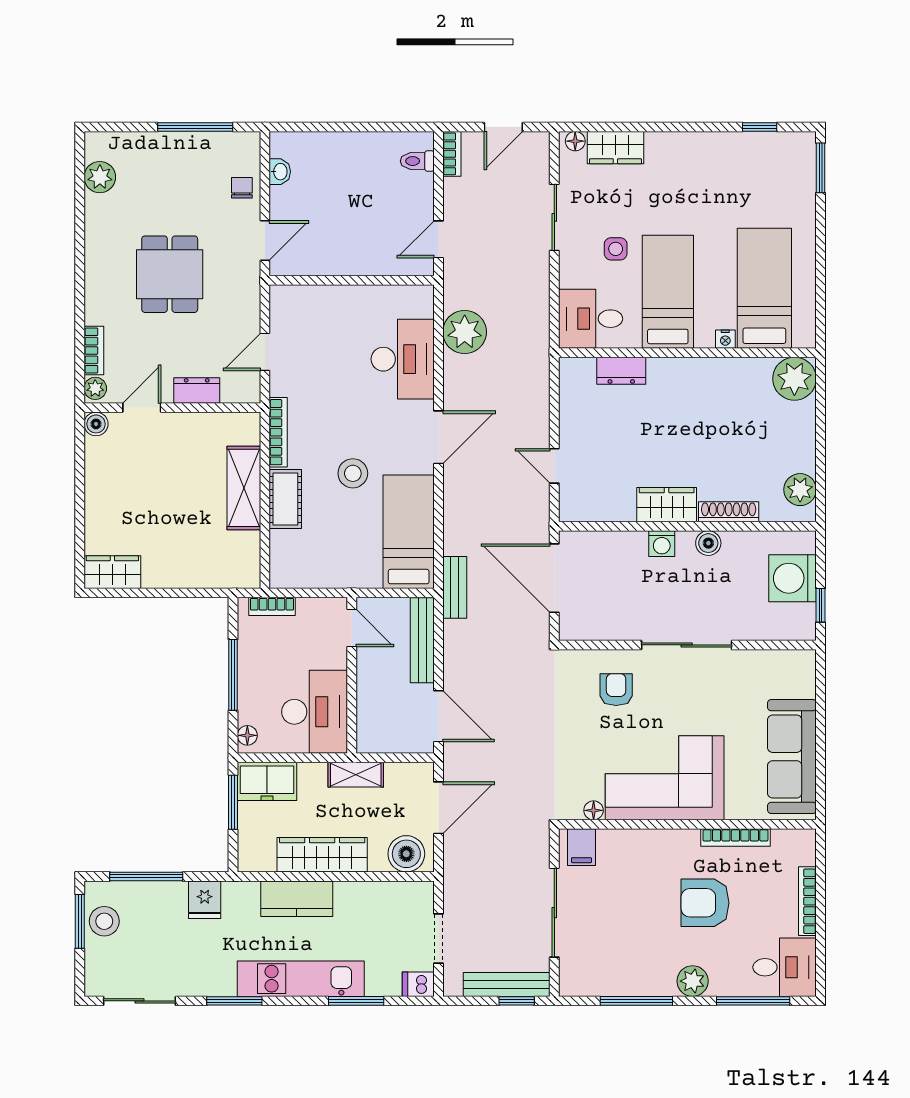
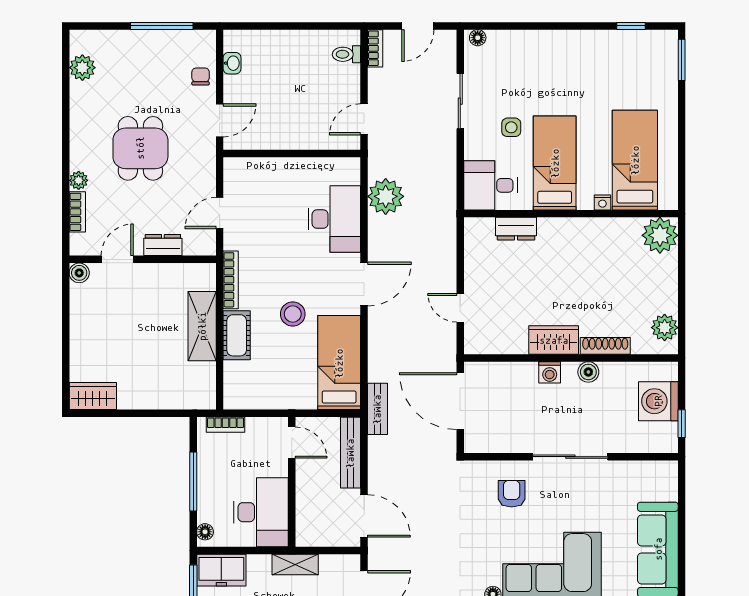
wardrobe: (615, 148) -> (511, 43), removed
plant: (95, 388) -> (79, 180), moved

